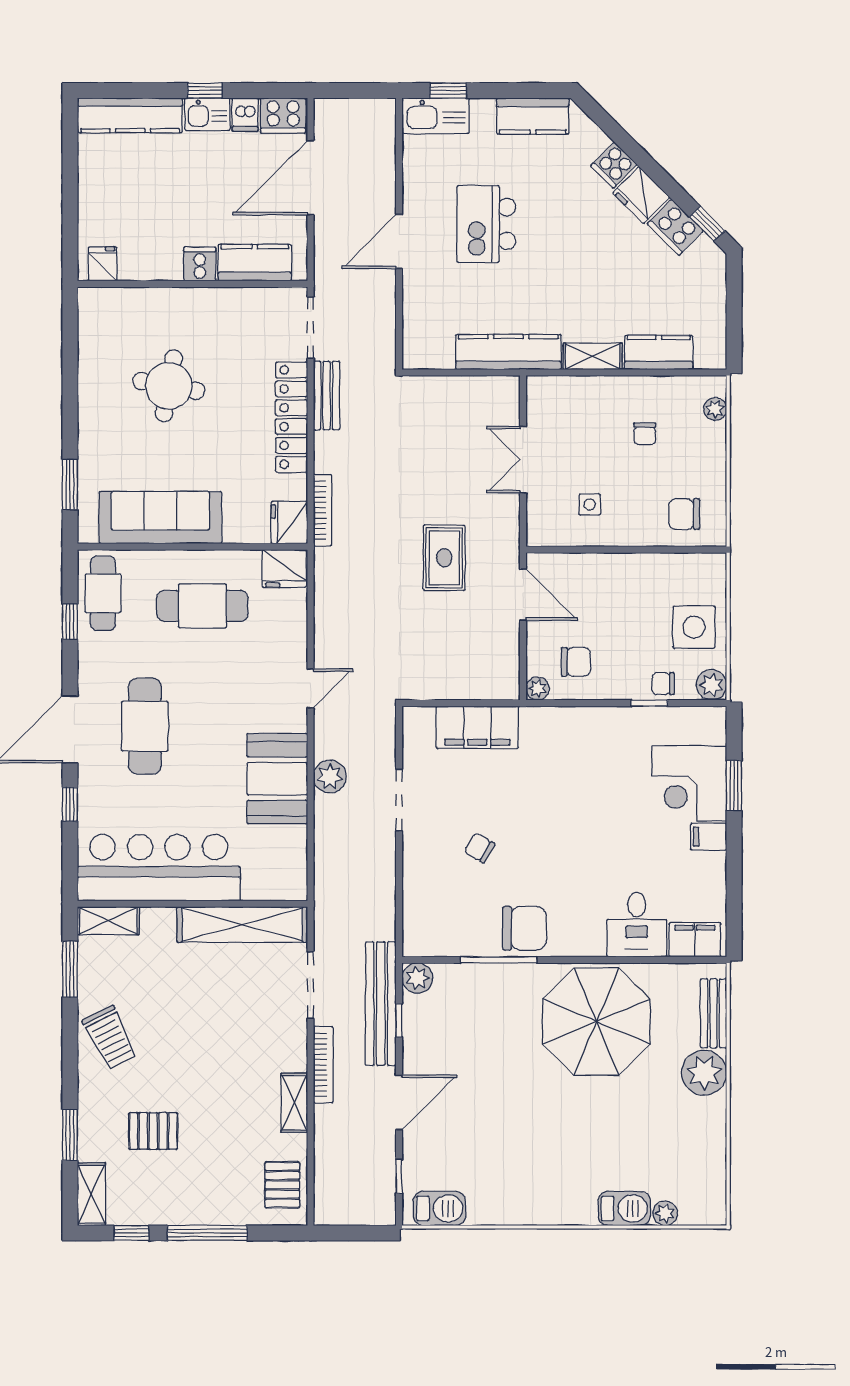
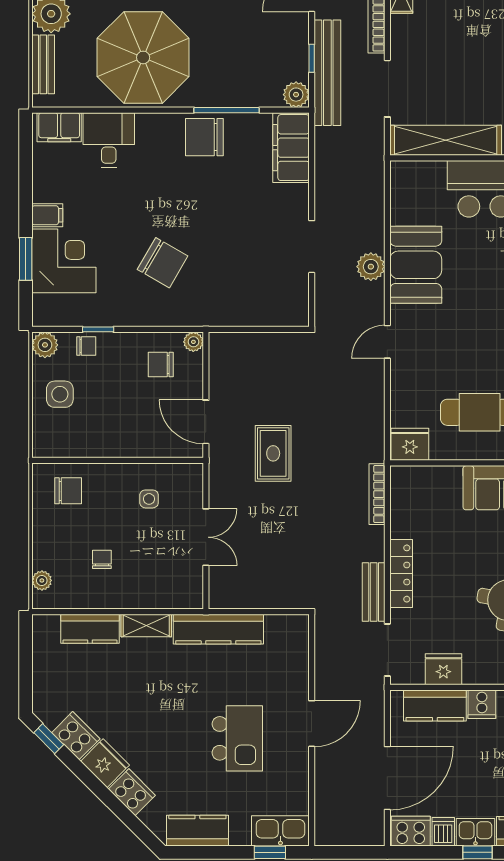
cooker: (614, 165) -> (132, 792), width x1.36
locker: (292, 417) -> (401, 574), width x0.71, depth x0.83
fridge: (289, 522) -> (443, 669), moved, turned -90
side table: (694, 627) -> (60, 394), width x0.73, depth x0.73
filing cabinet: (477, 727) -> (291, 148), moved, turned -90
chair: (479, 848) -> (163, 263), moved, width x1.87, depth x1.87

